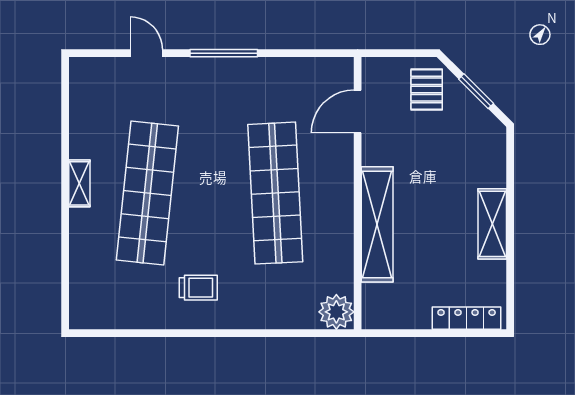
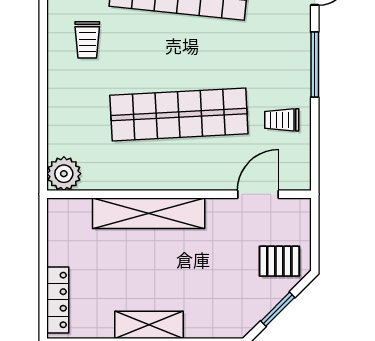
trolley: (281, 87) -> (282, 120), added
door: (358, 111) -> (258, 194), hinge flipped

